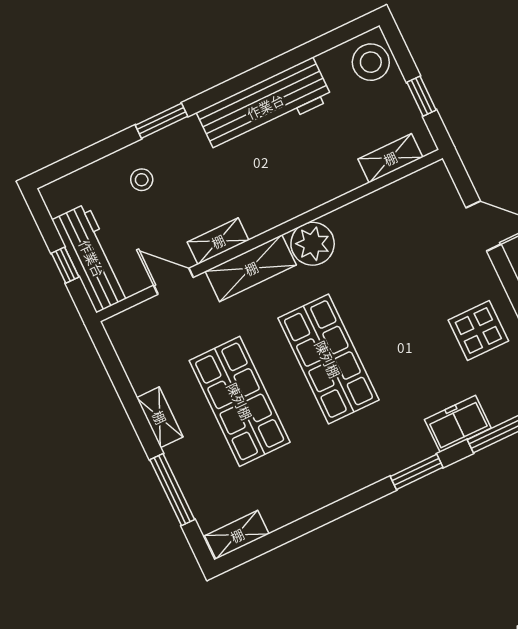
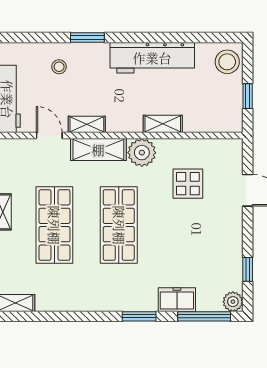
shelving: (390, 158) -> (163, 124), moved
display table: (478, 330) -> (188, 184), moved

